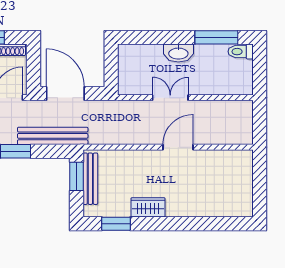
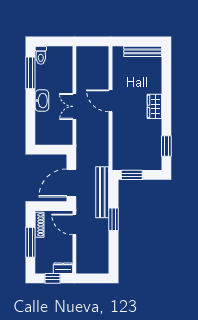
bench: (90, 179) -> (143, 51), moved
wardrobe: (148, 207) -> (154, 106), moved

